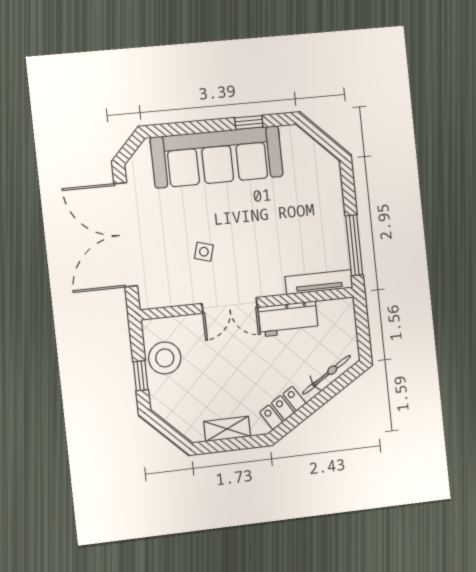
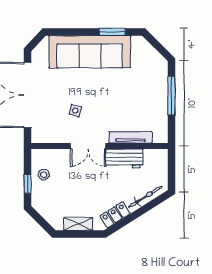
window: (249, 122) -> (112, 32), width x1.50
window: (354, 245) -> (172, 96), moved
tv unit: (319, 282) -> (130, 137), moved
stool: (165, 358) -> (44, 175), width x0.53, depth x0.53

